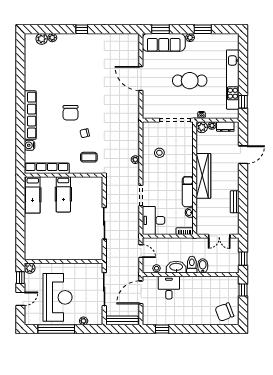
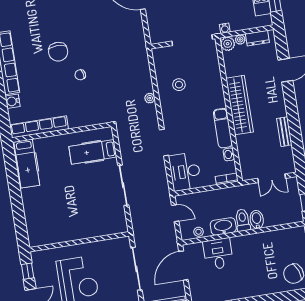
coffee table: (89, 157) -> (90, 104), removed
hospital bed: (63, 194) -> (93, 152), moved, turned 90
plant: (30, 268) -> (38, 257), removed

